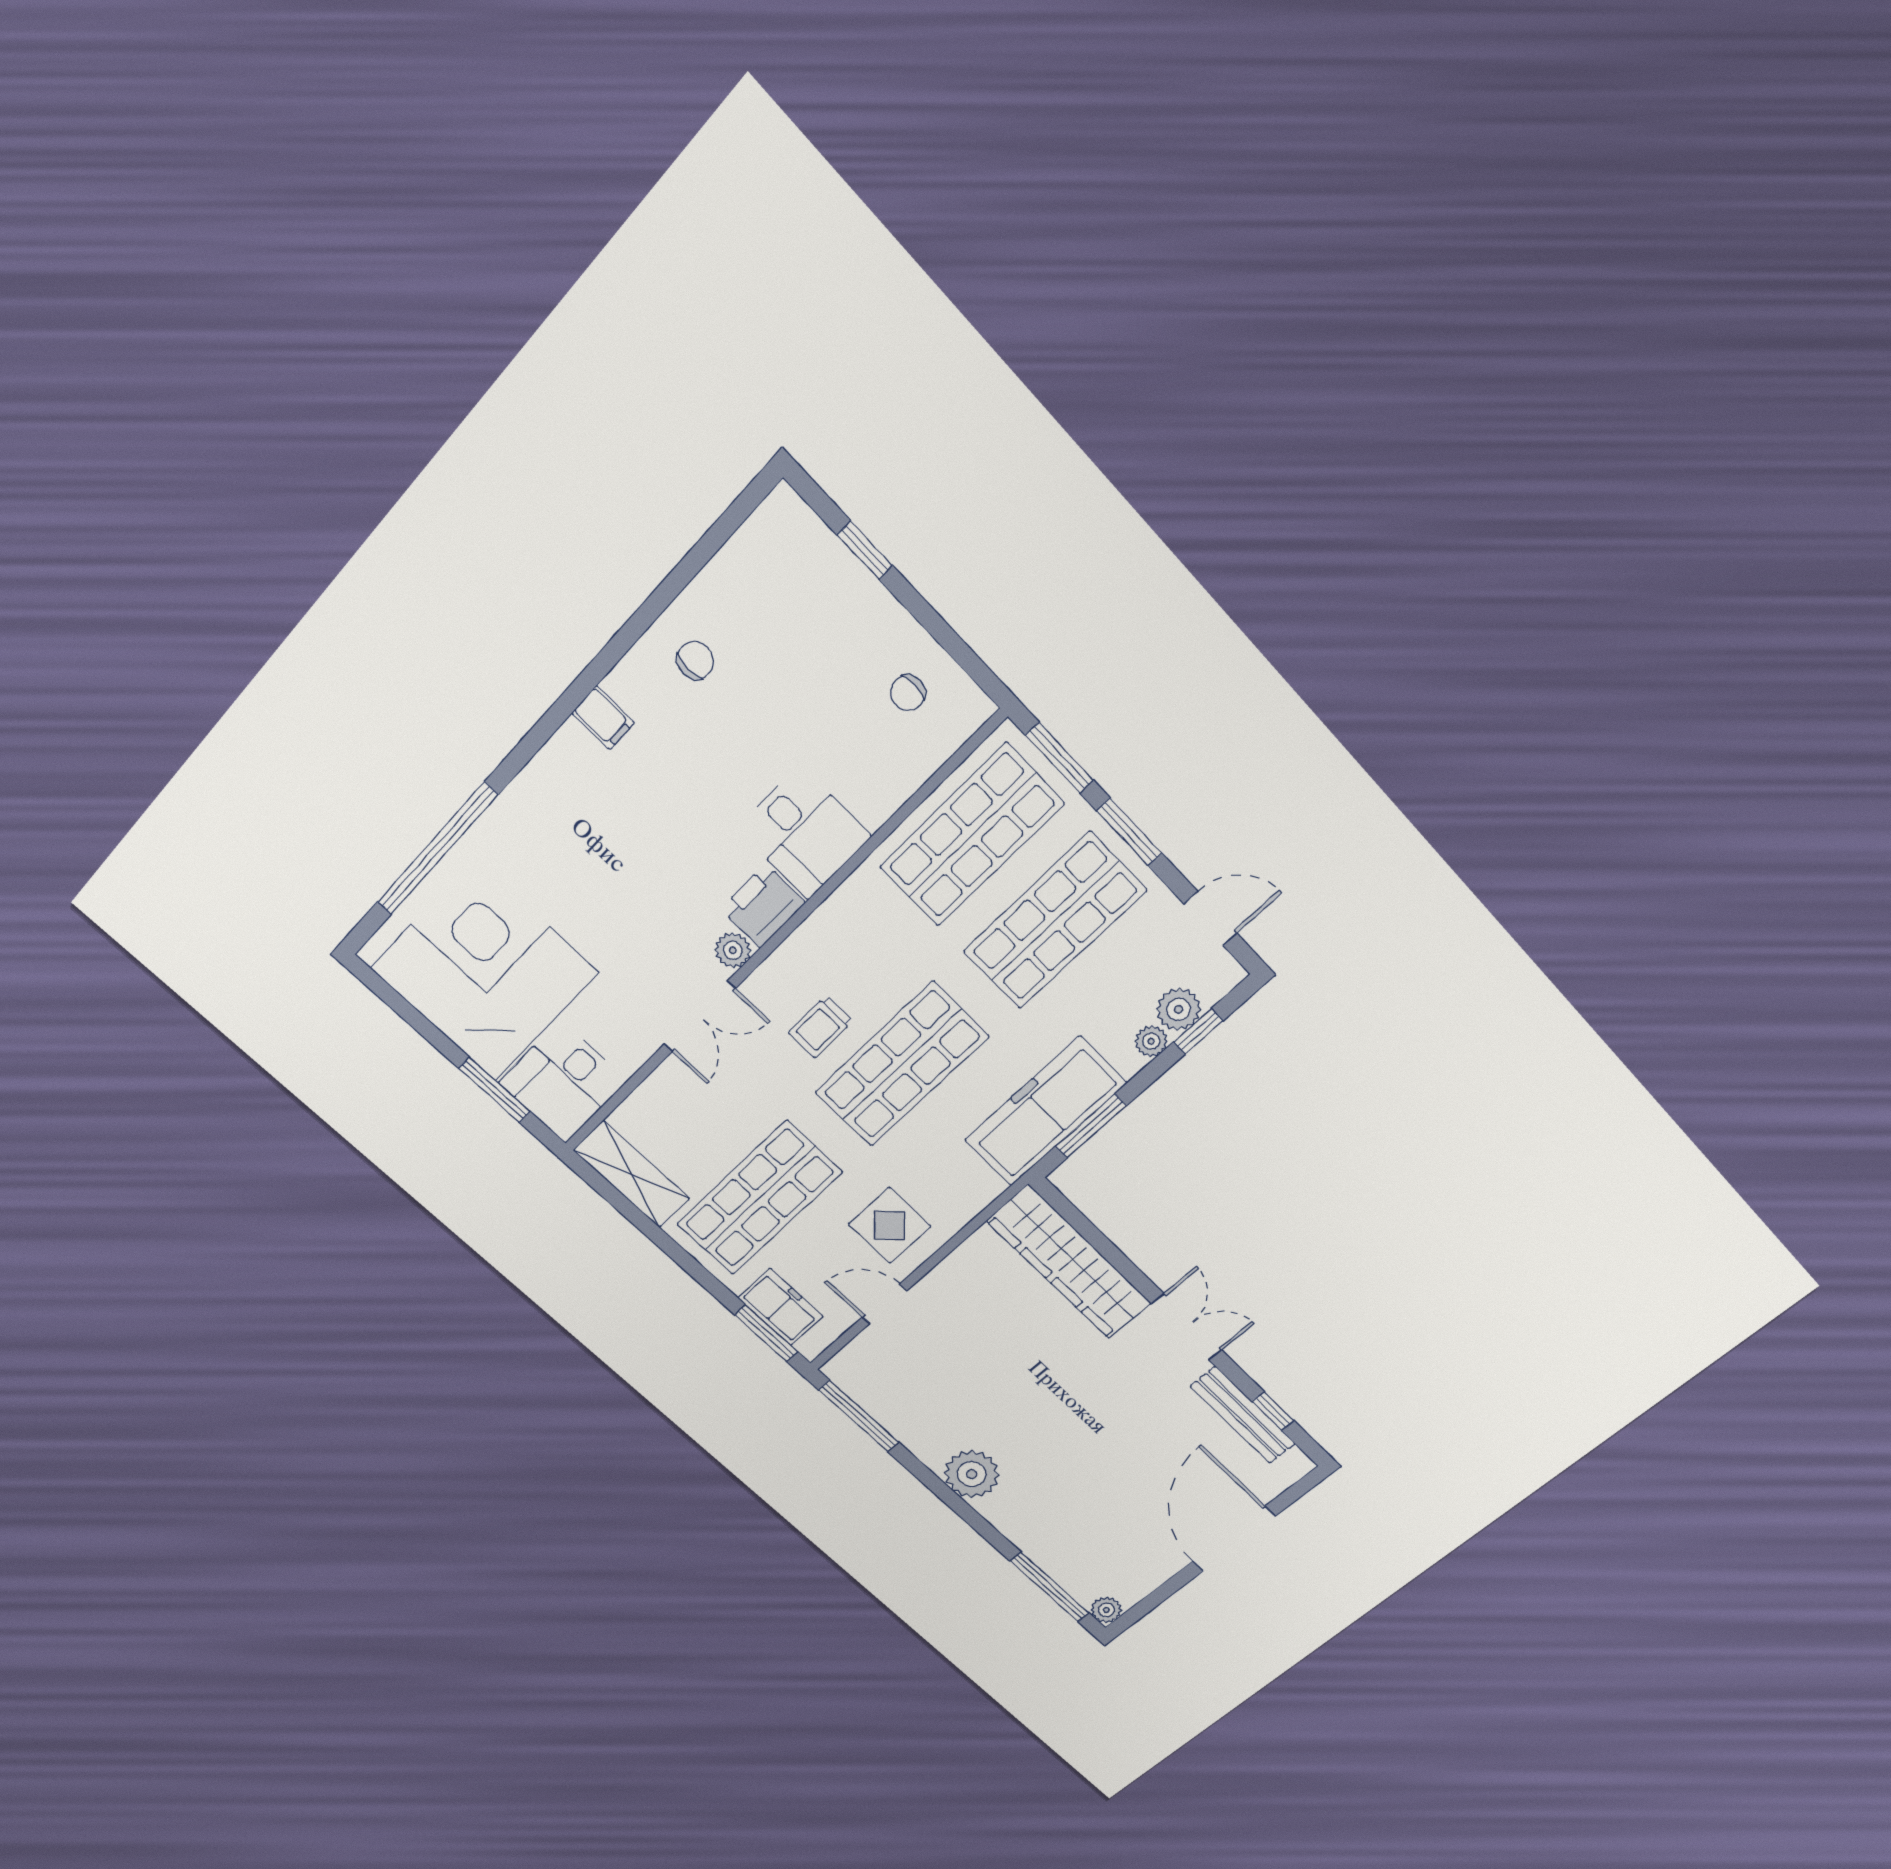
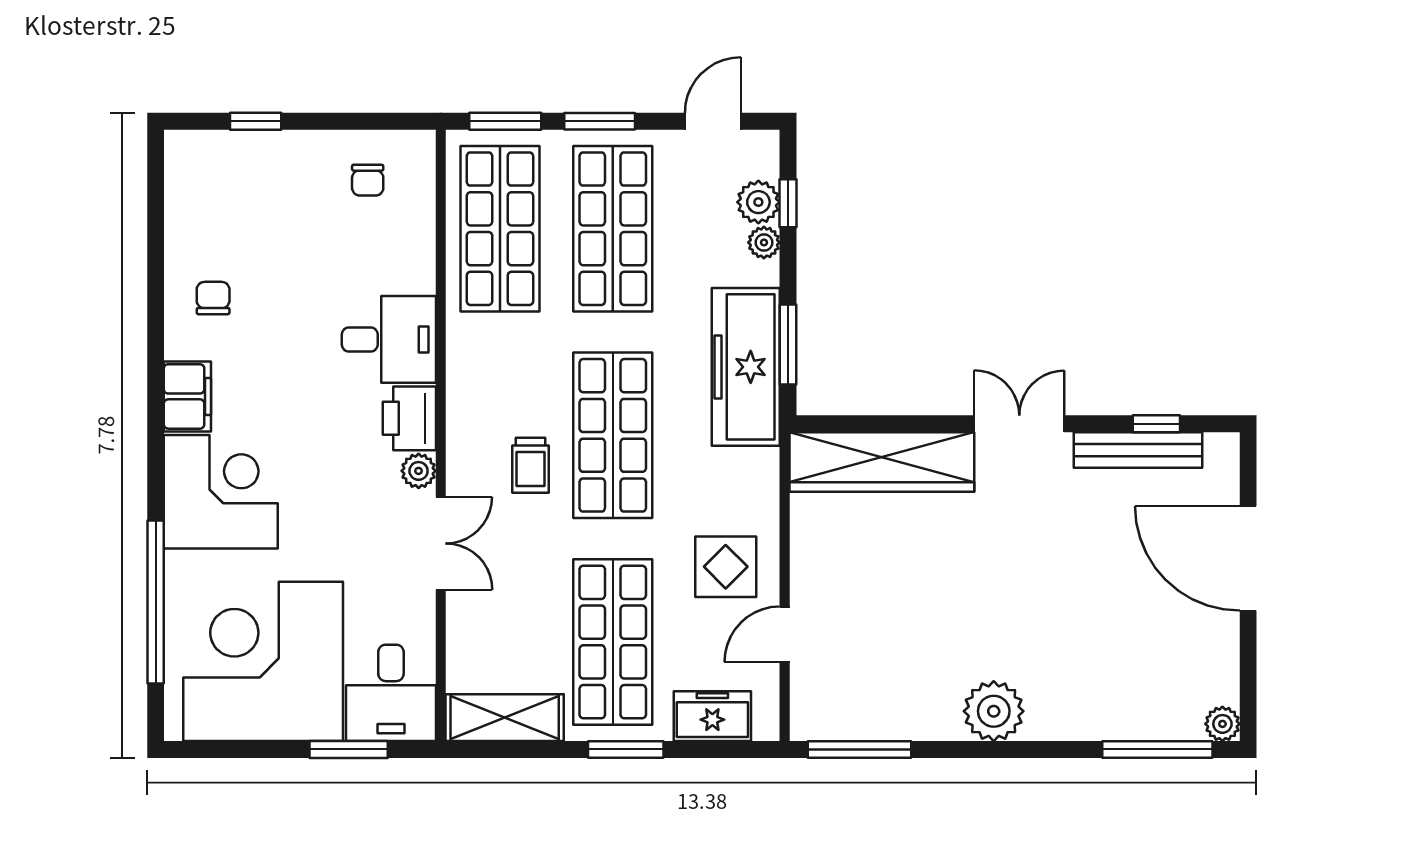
filing cabinet: (603, 718) -> (187, 396), width x2.00
corner desk: (564, 817) -> (221, 492), added
window: (766, 1333) -> (626, 749), moved

